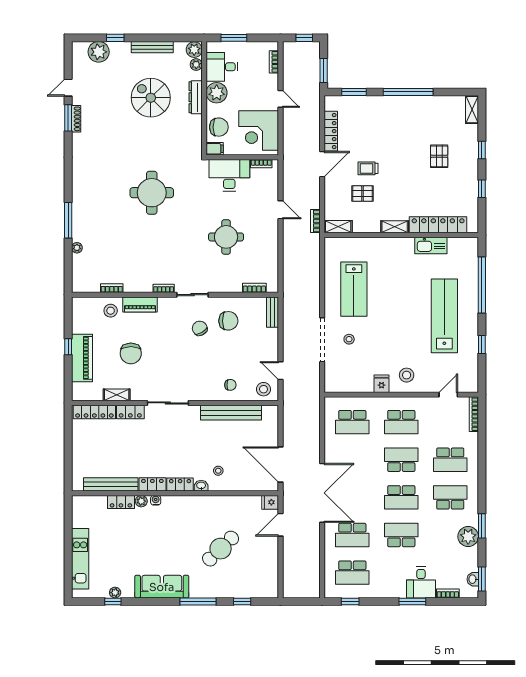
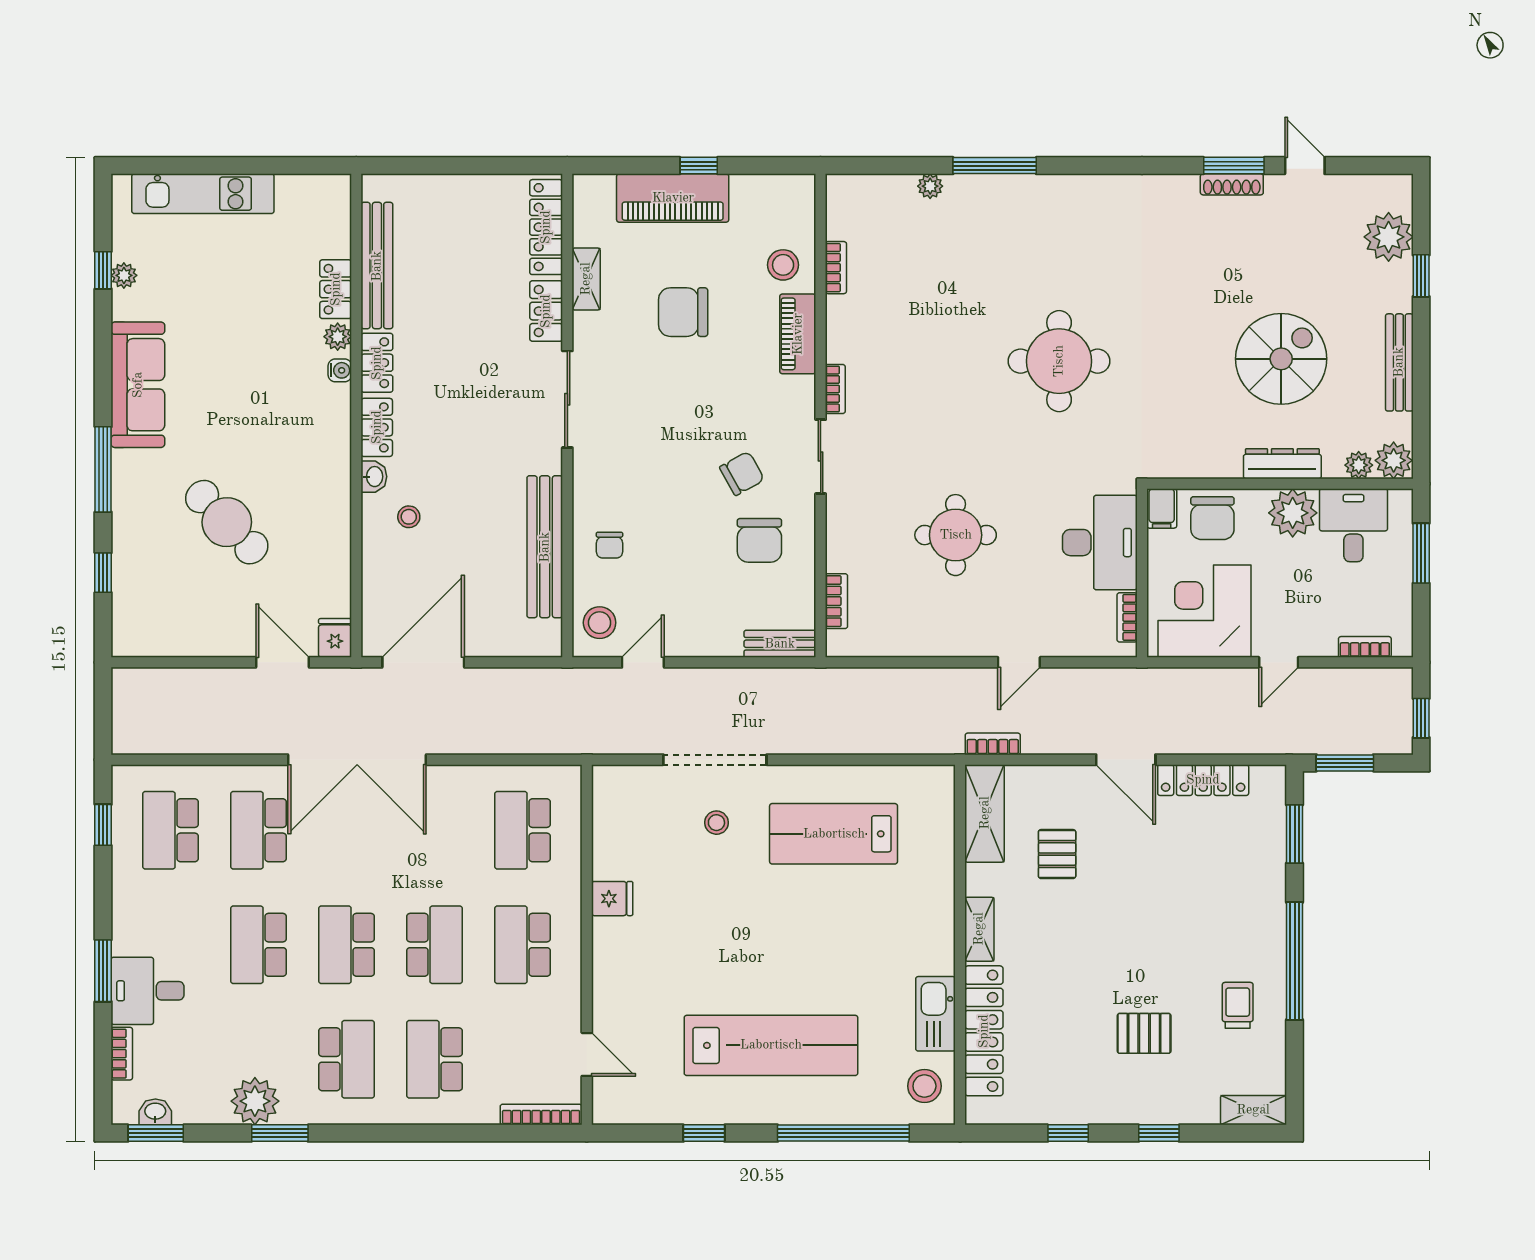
trolley: (368, 168) -> (1238, 1005), moved
shelving: (338, 227) -> (985, 813), width x1.50, depth x1.33
stool: (407, 375) -> (924, 1086), moved
school desk: (401, 535) -> (259, 945), turned 180

